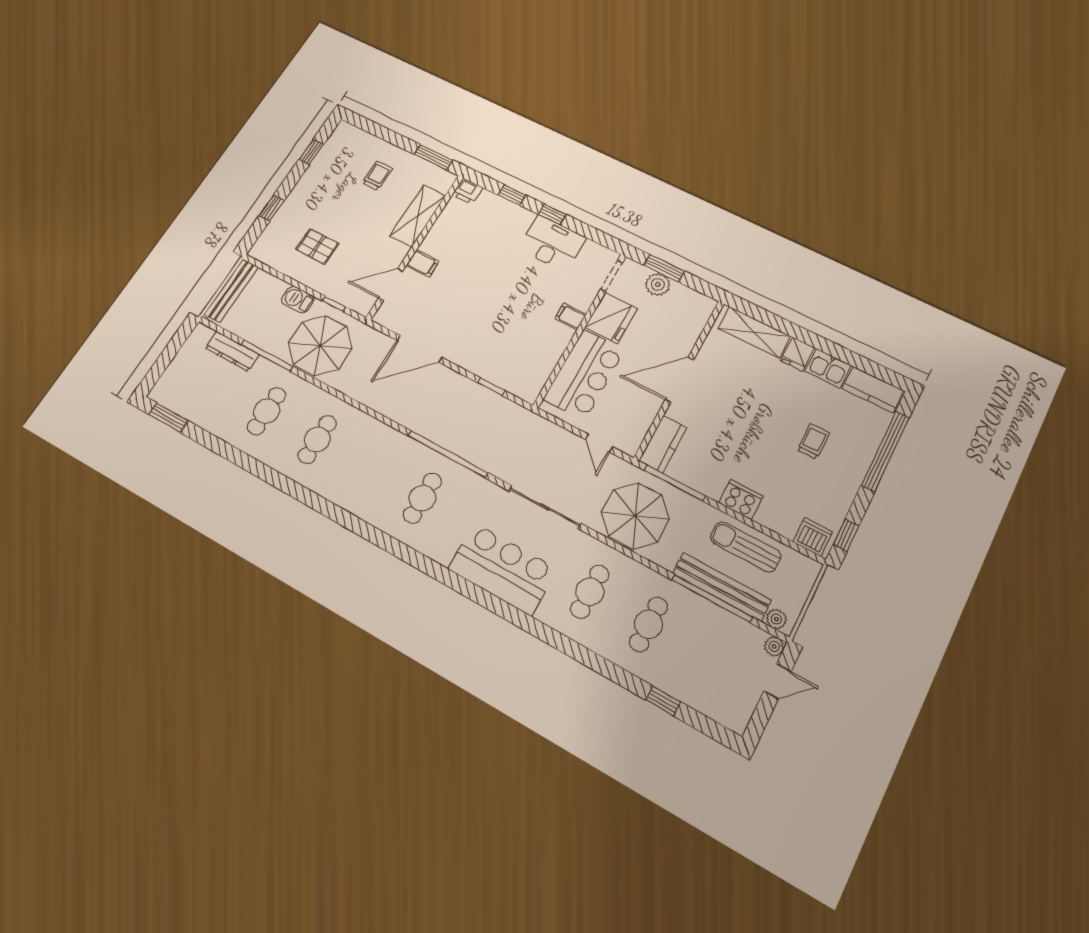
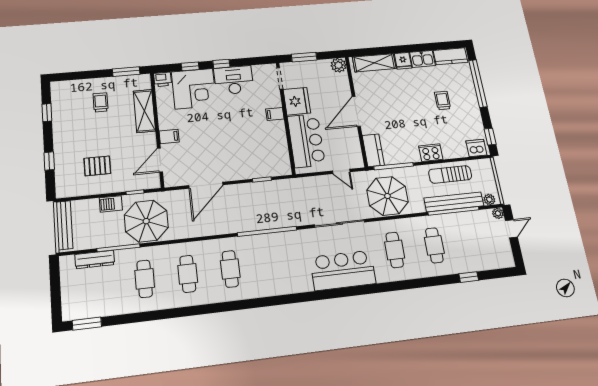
corner desk: (496, 225) -> (194, 89), added
plant: (658, 284) -> (339, 65), moved
cafe table: (422, 498) -> (230, 269), moved

